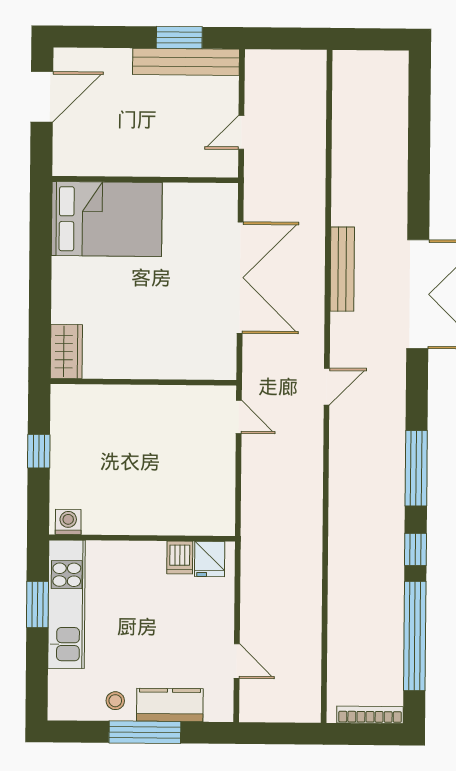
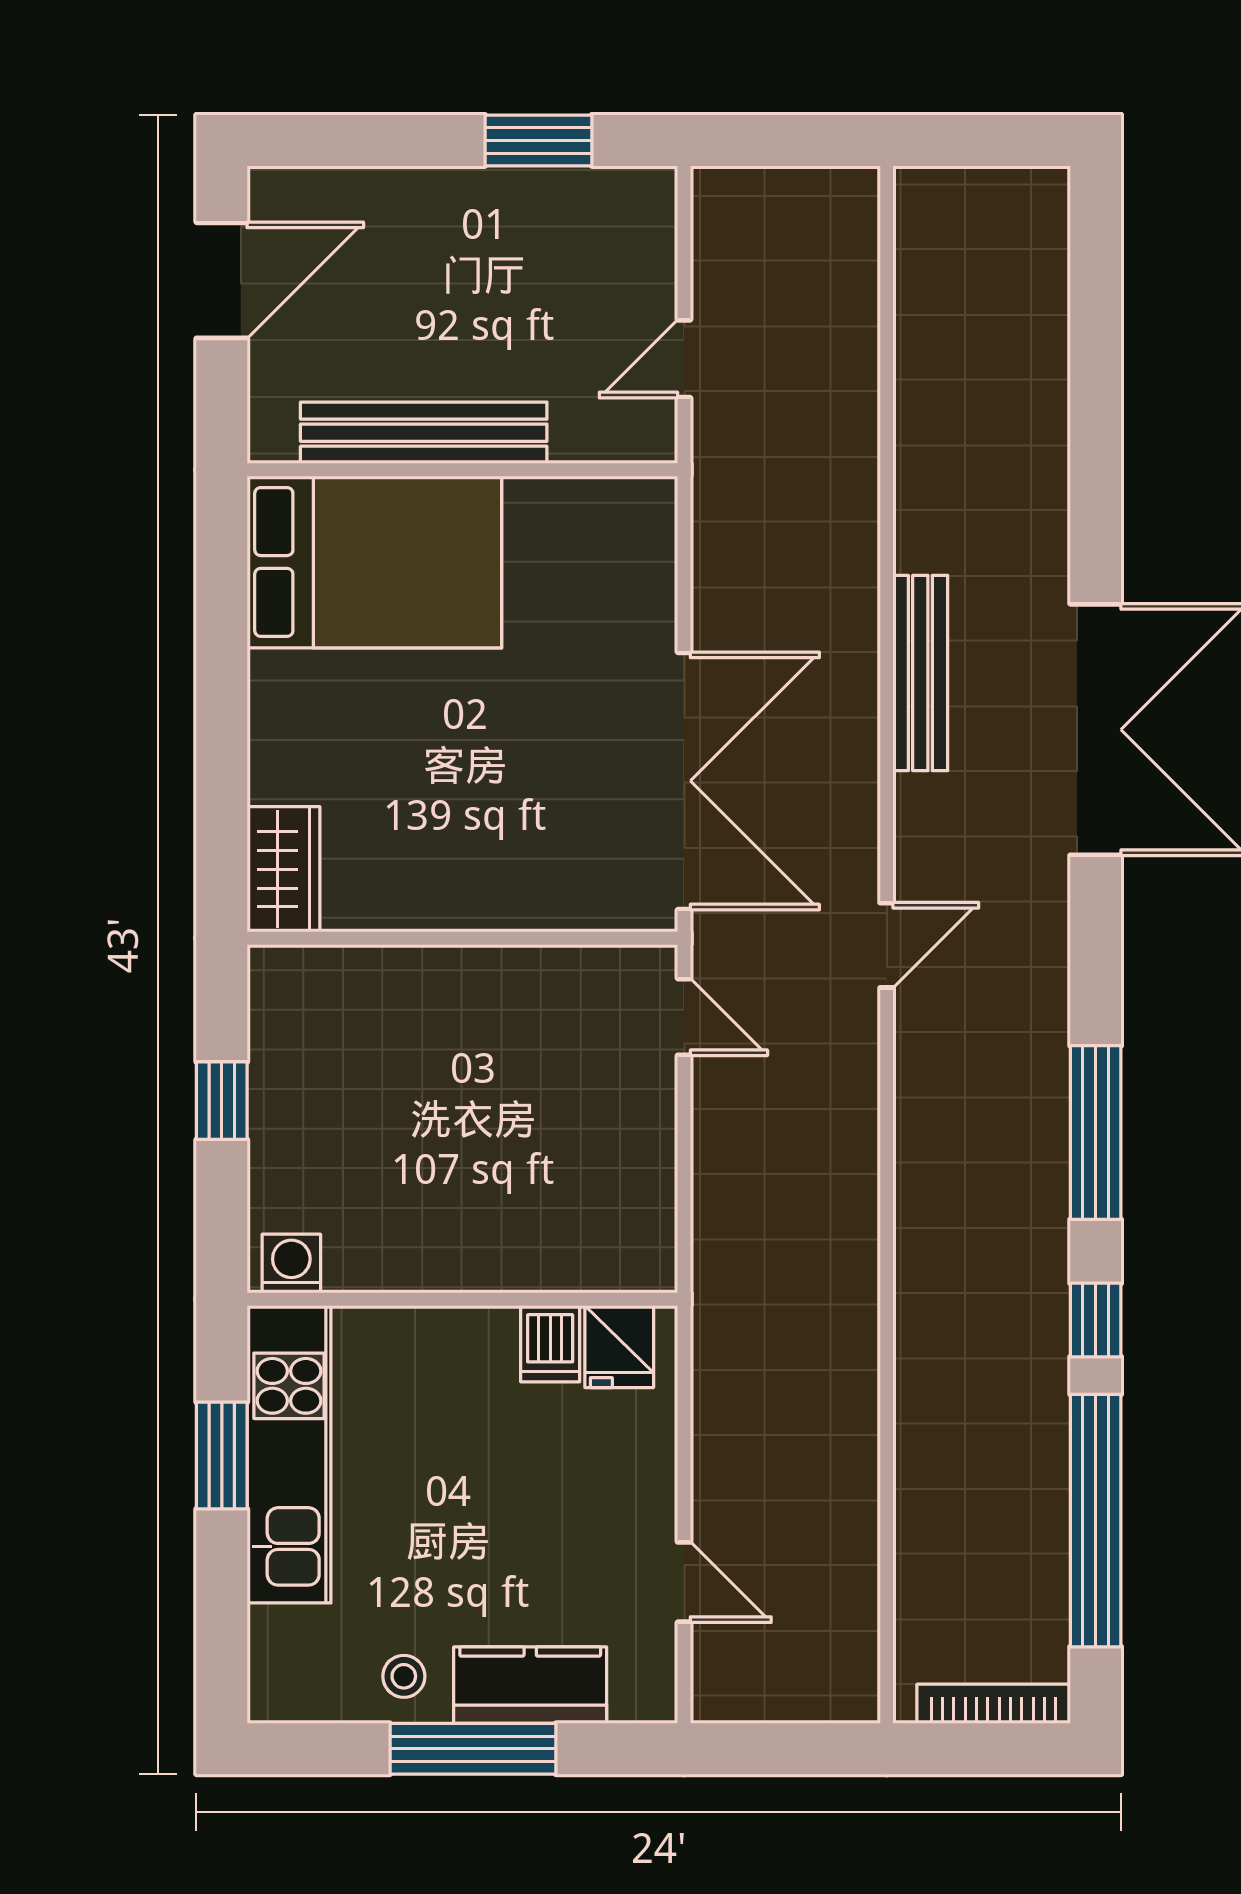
bench: (186, 62) -> (424, 433), moved
double door: (240, 278) -> (684, 781), moved

